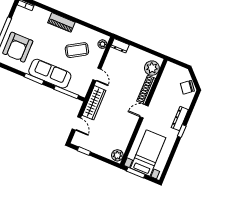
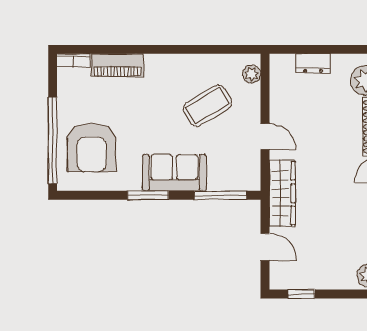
piano: (61, 22) -> (117, 65), moved
dresser: (120, 46) -> (313, 63), moved
sofa: (50, 74) -> (174, 173), width x0.73

